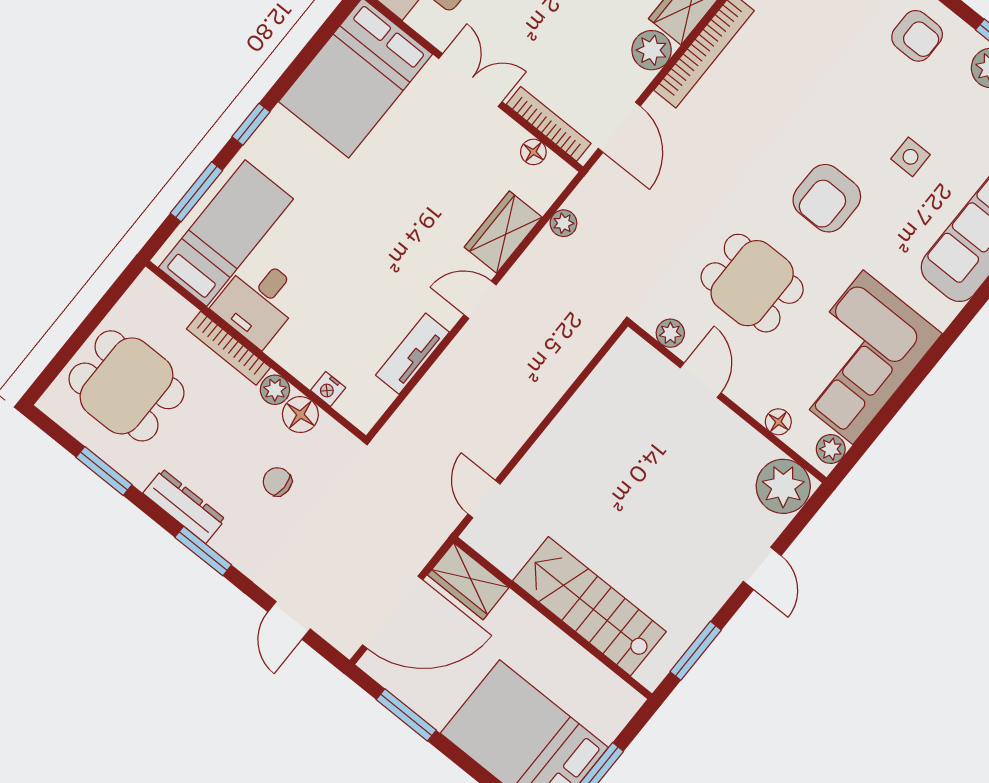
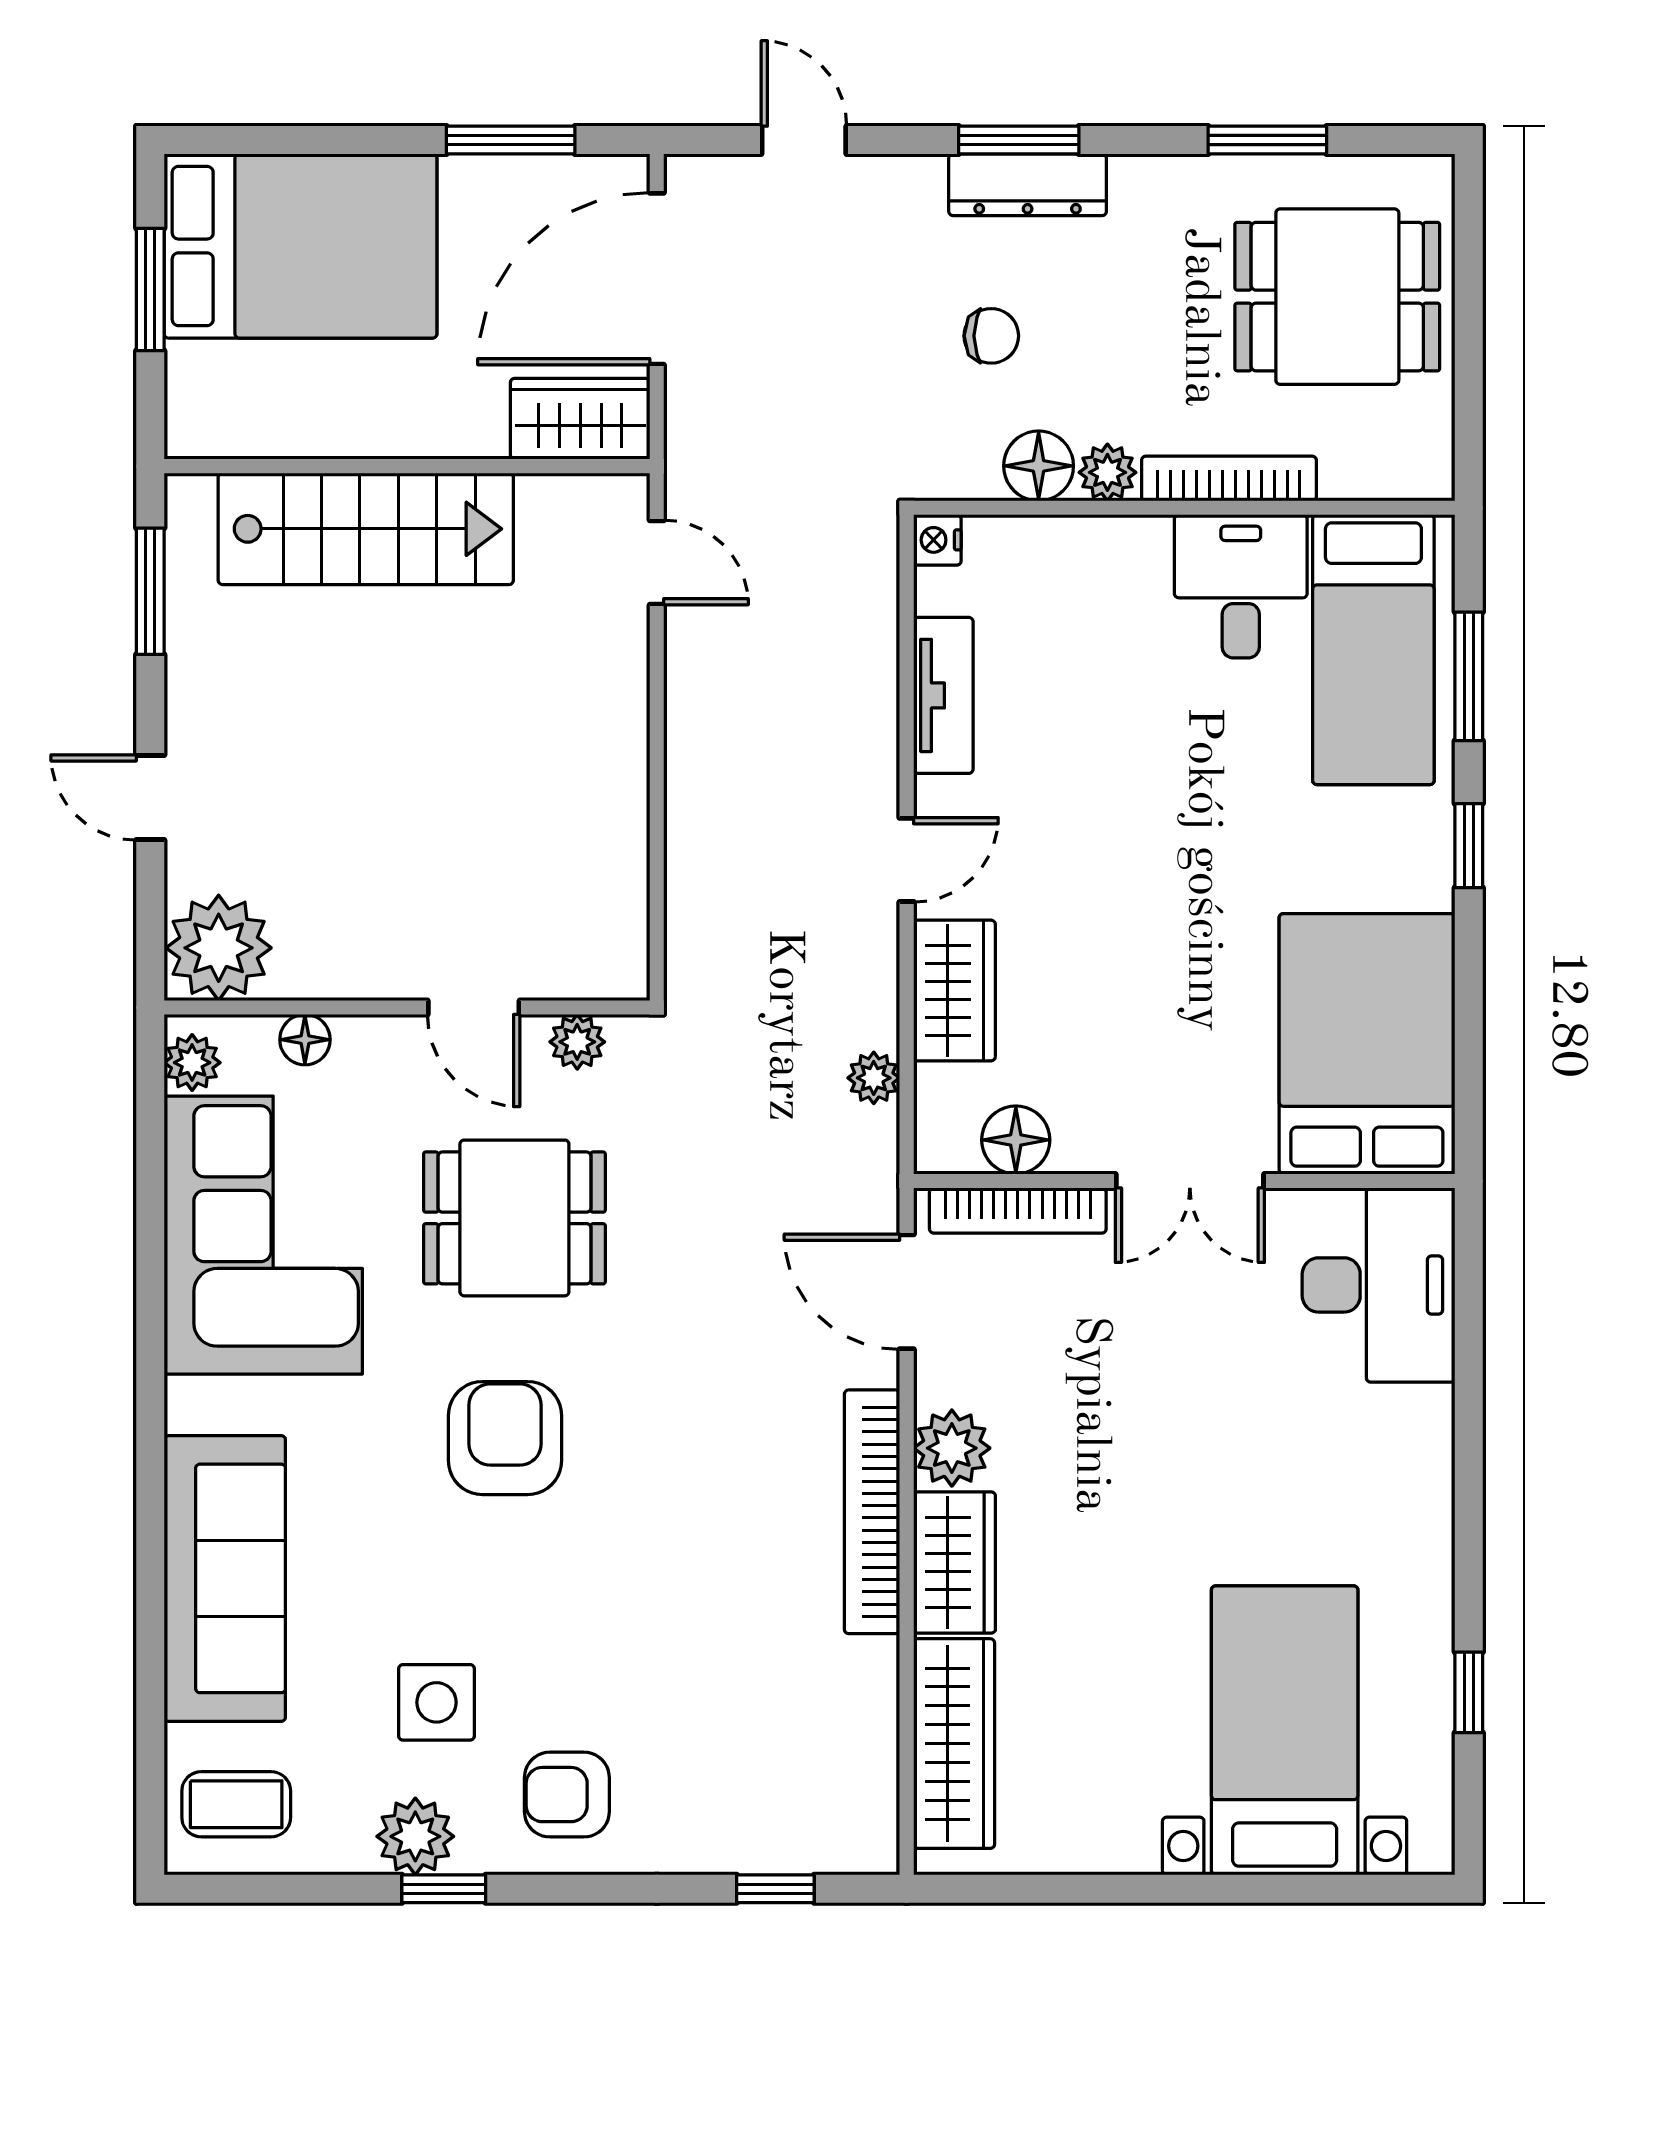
floor lamp: (533, 152) -> (1016, 1140), width x1.37, depth x1.37
side table: (910, 157) -> (437, 1702), moved, width x1.37, depth x1.37
nightstand: (328, 389) -> (937, 540), moved, turned -90
dresser: (184, 506) -> (1028, 185), moved

